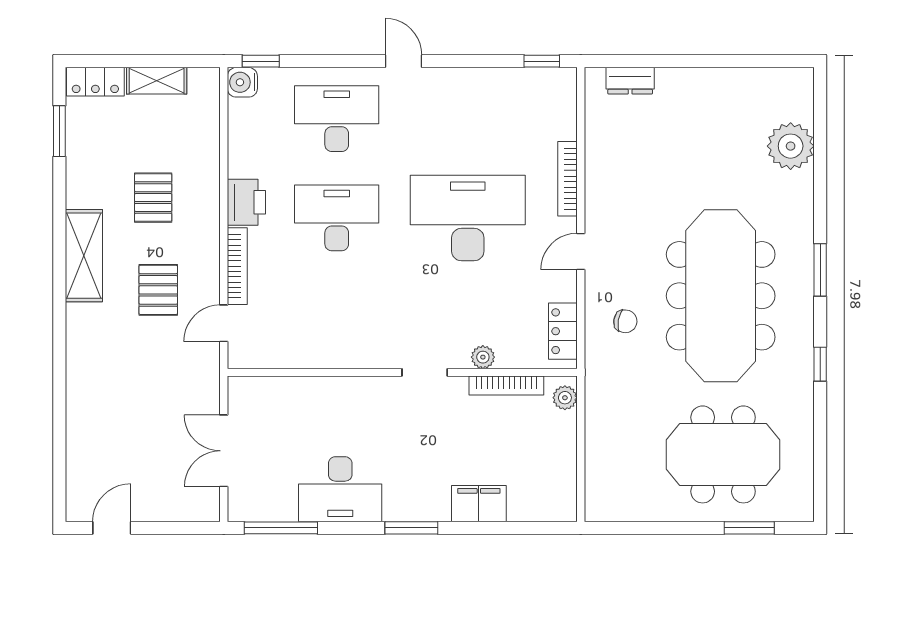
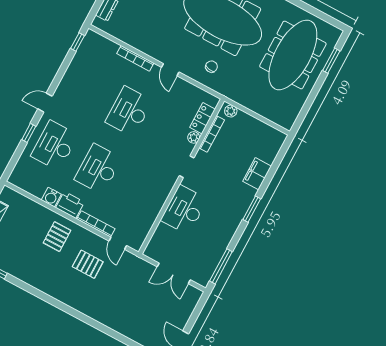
window: (261, 61) -> (29, 133), moved
water cooler: (242, 82) -> (51, 197), moved
pallet: (153, 198) -> (57, 237), moved, turned 90
desk: (468, 218) -> (129, 111), width x0.73, depth x0.77
shelving: (84, 256) -> (55, 289), removed
locker: (563, 331) -> (202, 118), moved, turned 90
meeting table: (723, 454) -> (293, 55), width x1.36
desk: (340, 489) -> (184, 210), moved, turned 180

